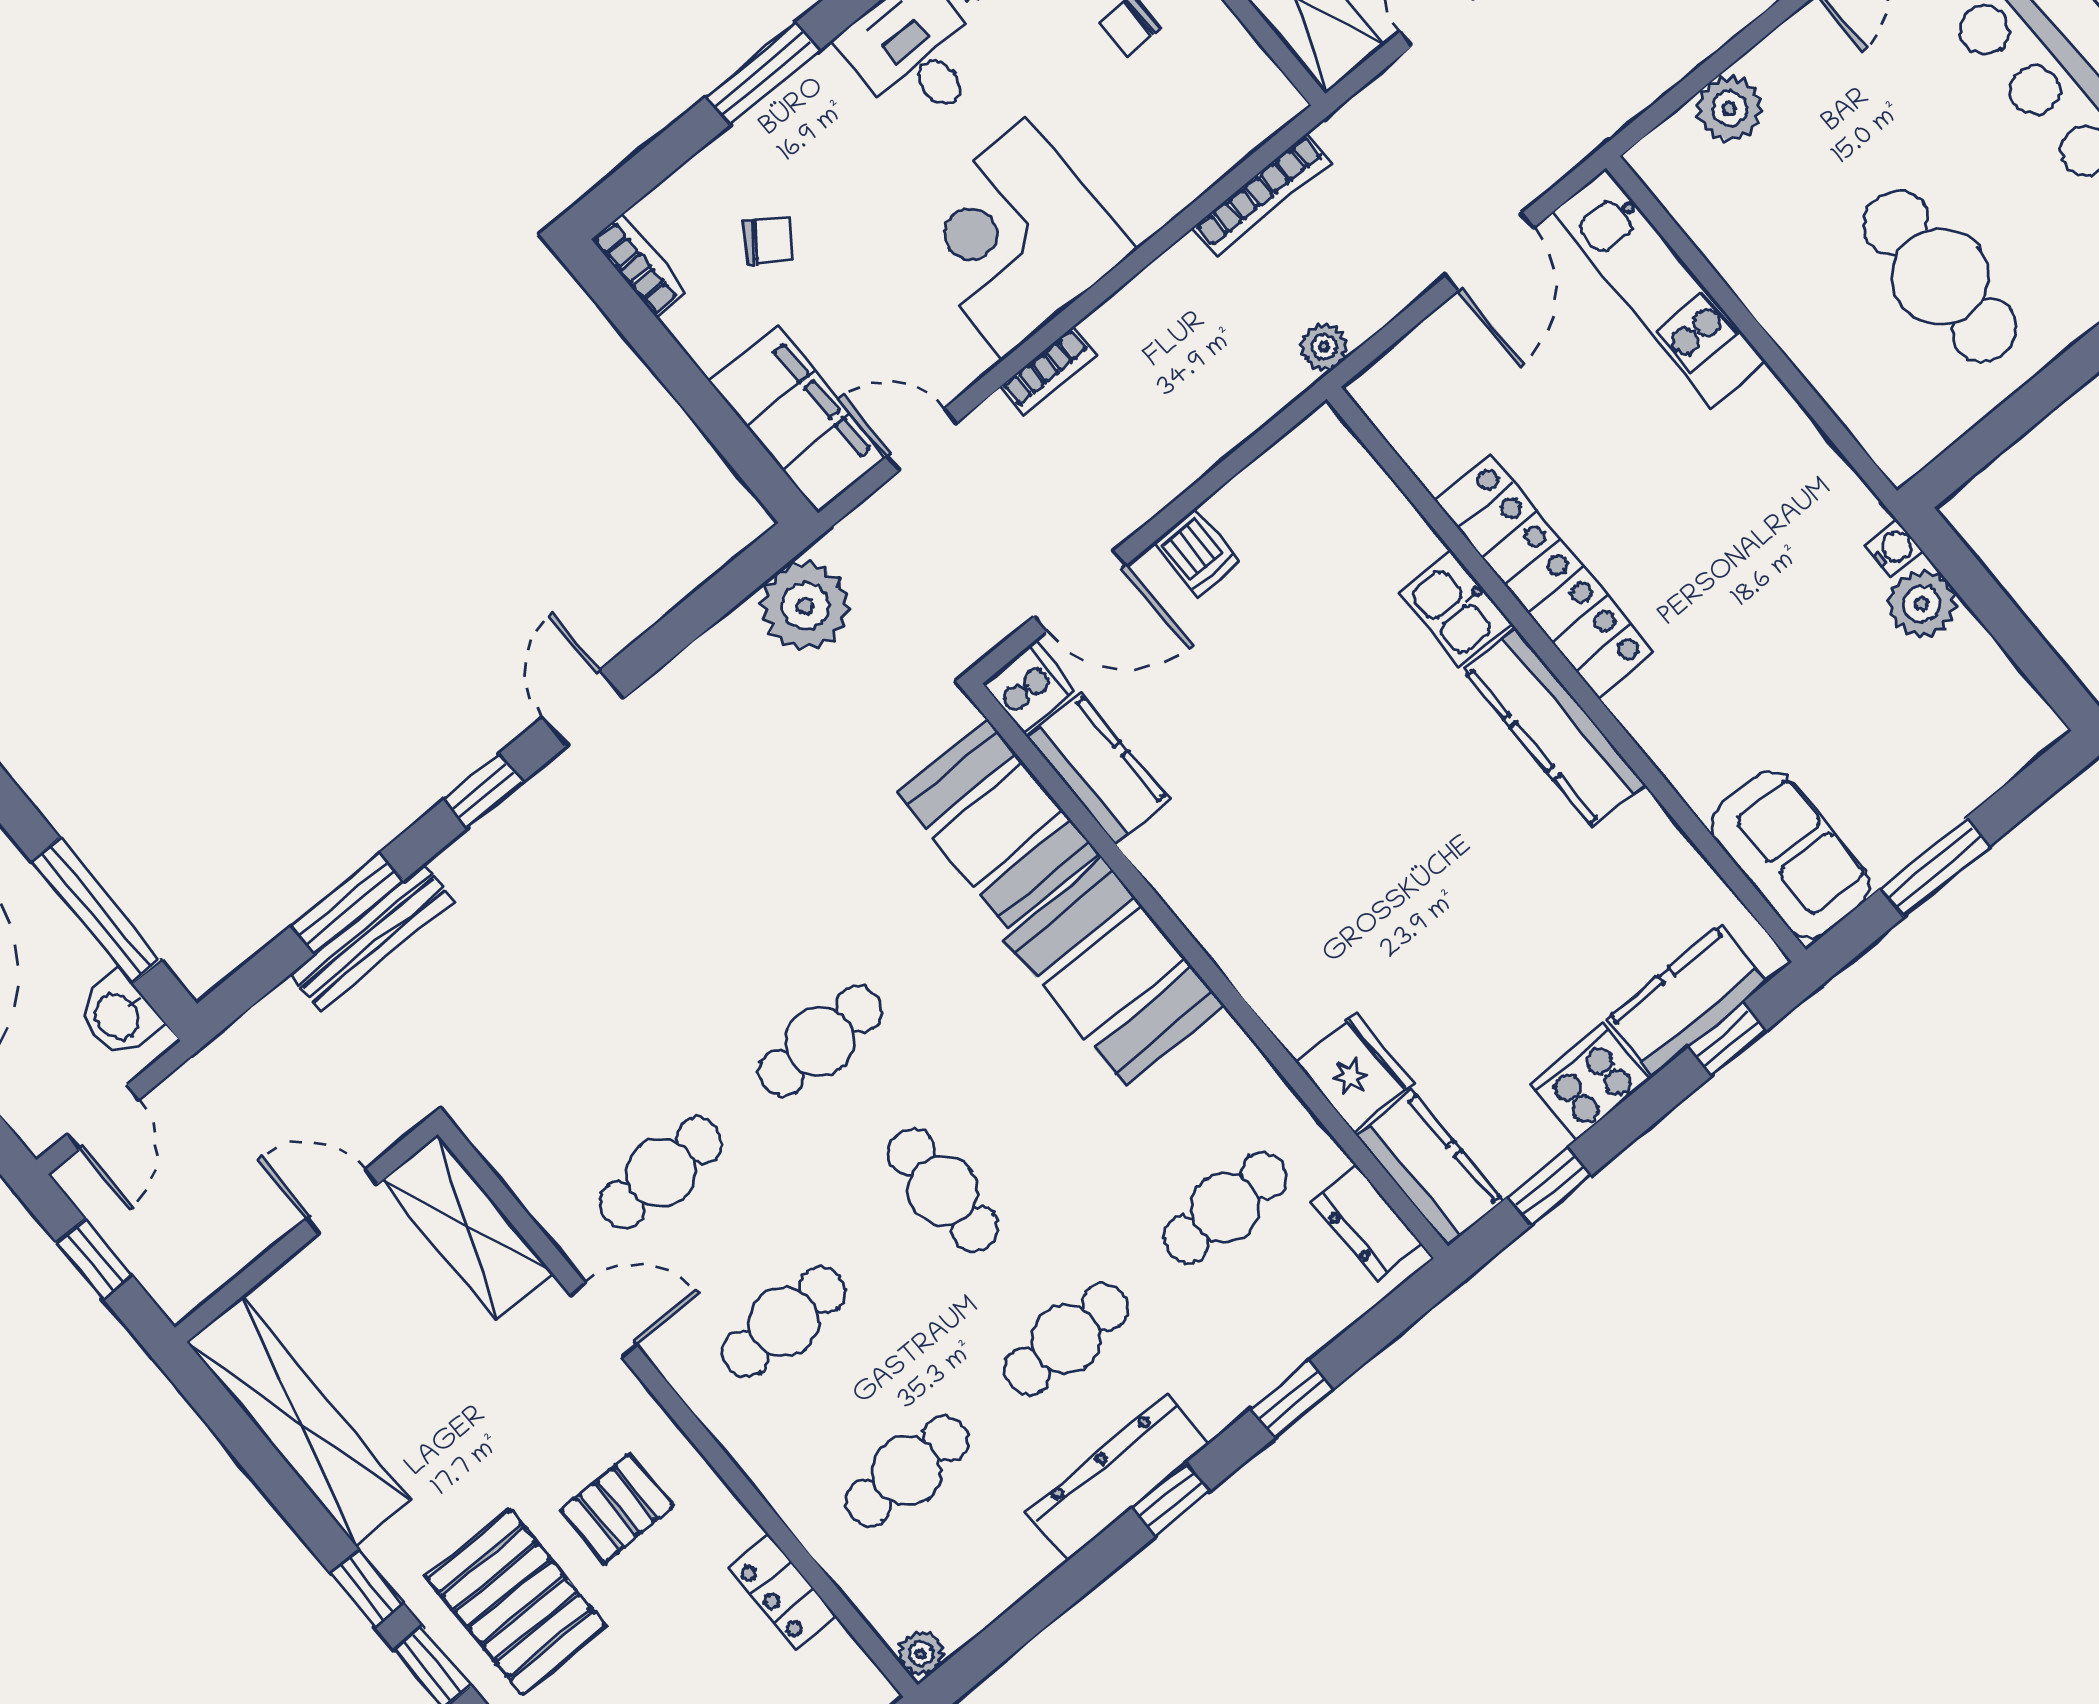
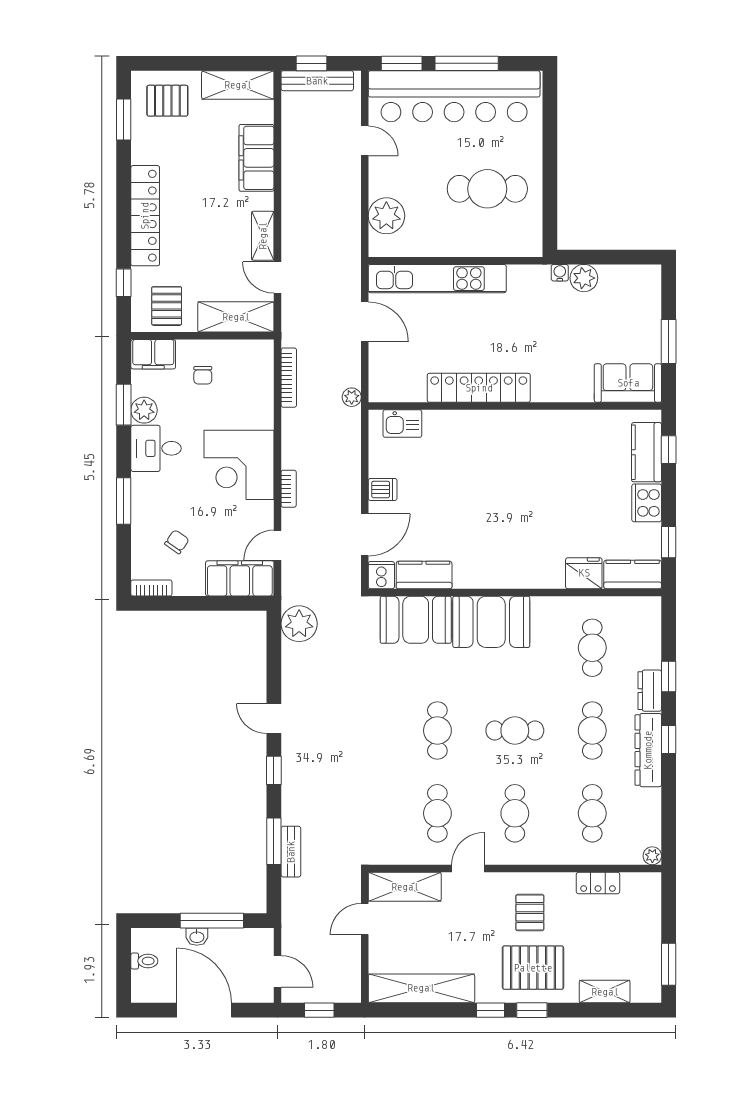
plant: (1729, 108) -> (386, 216), width x1.36, depth x1.36
kitchen unit: (1659, 287) -> (437, 279), width x1.36
kitchen sink: (1455, 609) -> (402, 424), moved
kitchen counter: (1555, 728) -> (528, 423), removed
bench: (372, 938) -> (291, 852), width x0.73
washbasin: (118, 1015) -> (197, 937), moved, width x0.72, depth x0.69
dresser: (1367, 1223) -> (650, 691), moved, turned 90

